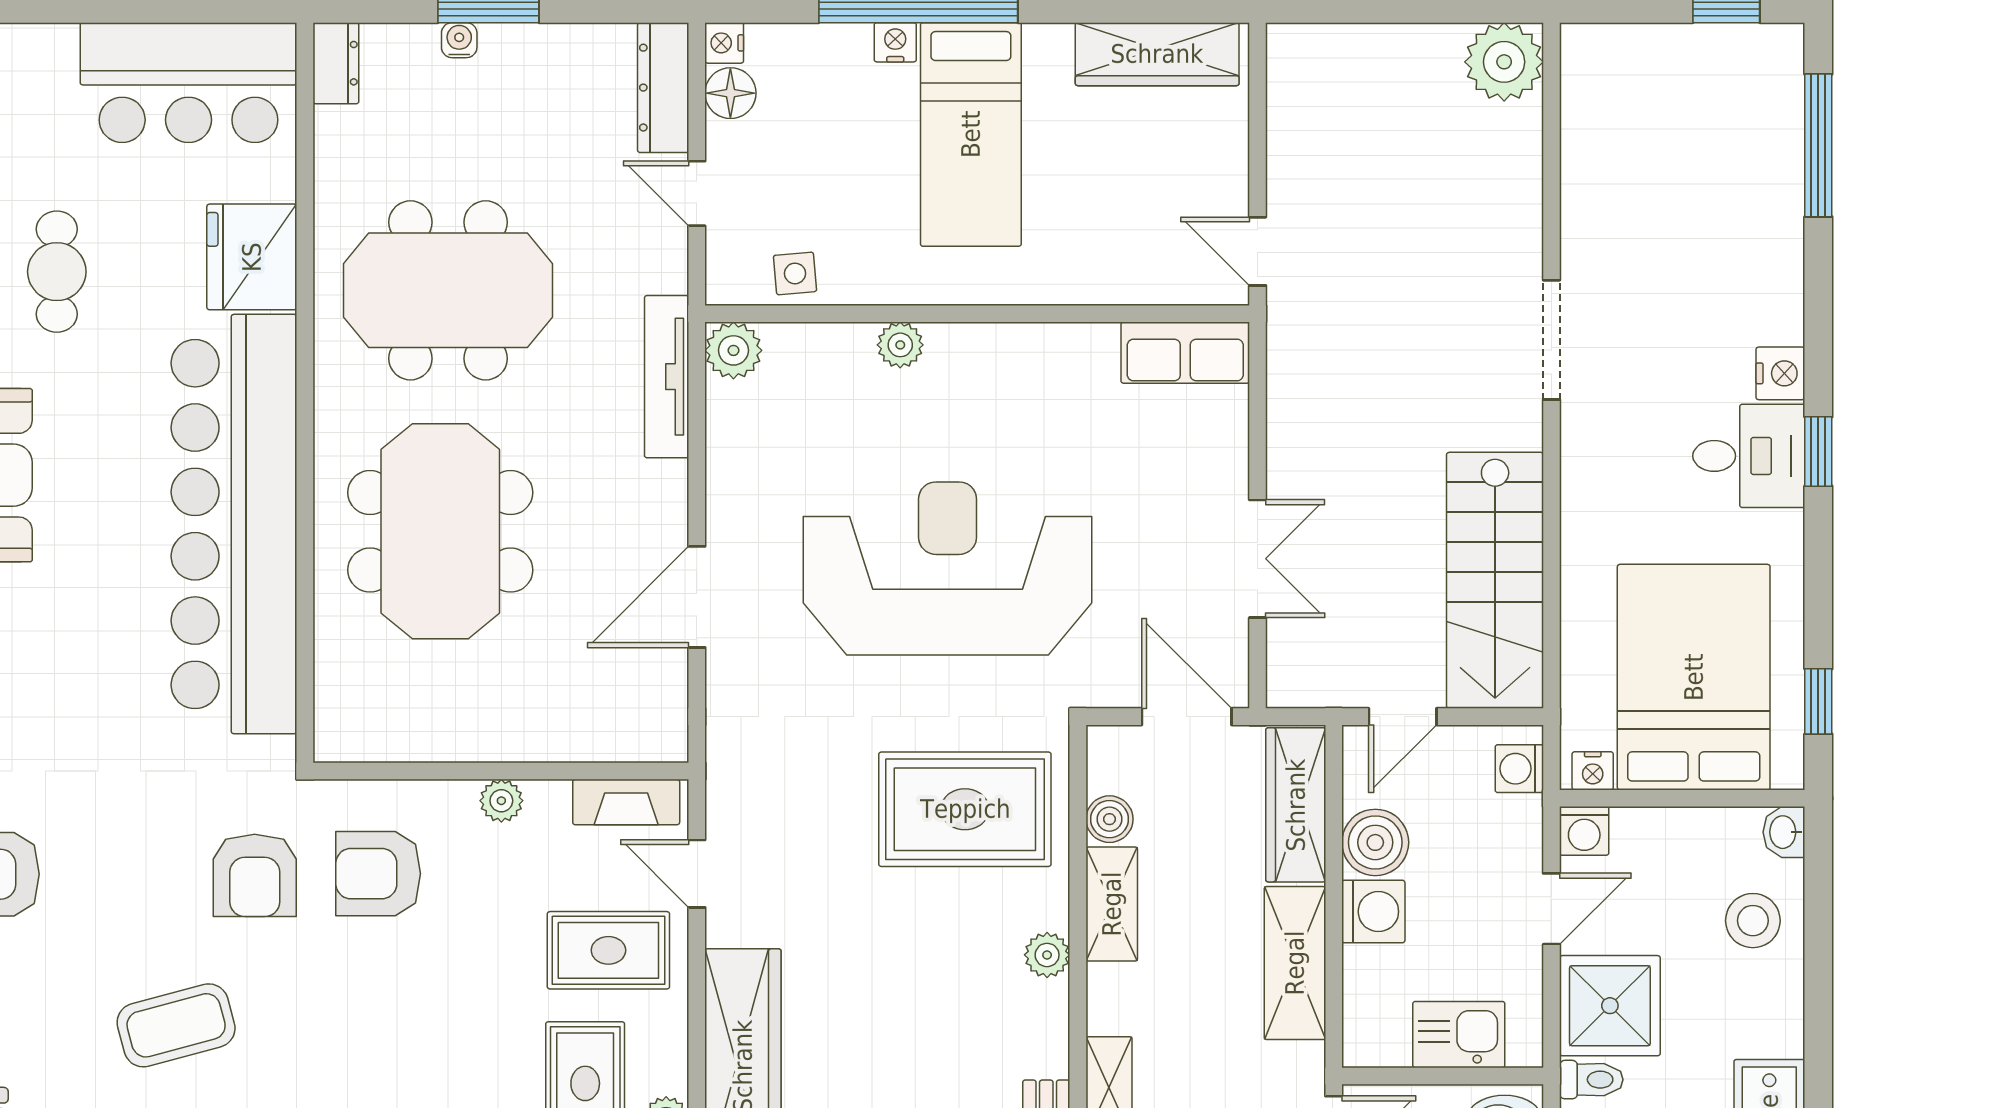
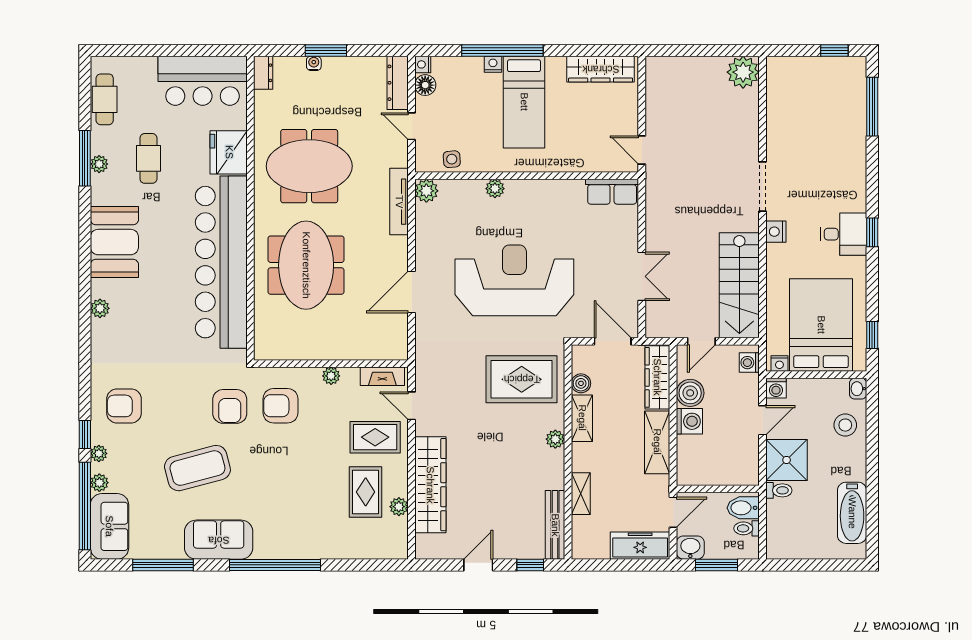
nightstand: (1780, 373) -> (776, 232), moved, turned 180
coffee table: (176, 1025) -> (197, 468), width x1.36, depth x1.32
kitchen sink: (1459, 1035) -> (724, 472), removed

